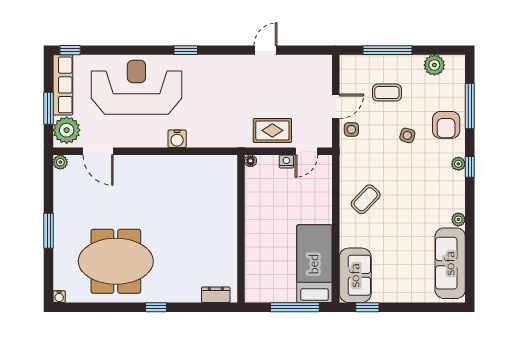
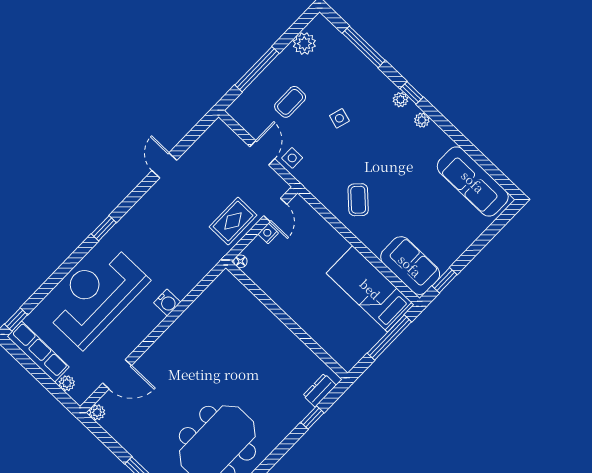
window: (49, 108) -> (46, 381), removed
armchair: (446, 125) -> (361, 80), removed
plant: (67, 130) -> (67, 383), width x0.53, depth x0.53
plant: (458, 219) -> (422, 120), moved
window: (156, 307) -> (312, 418), moved

